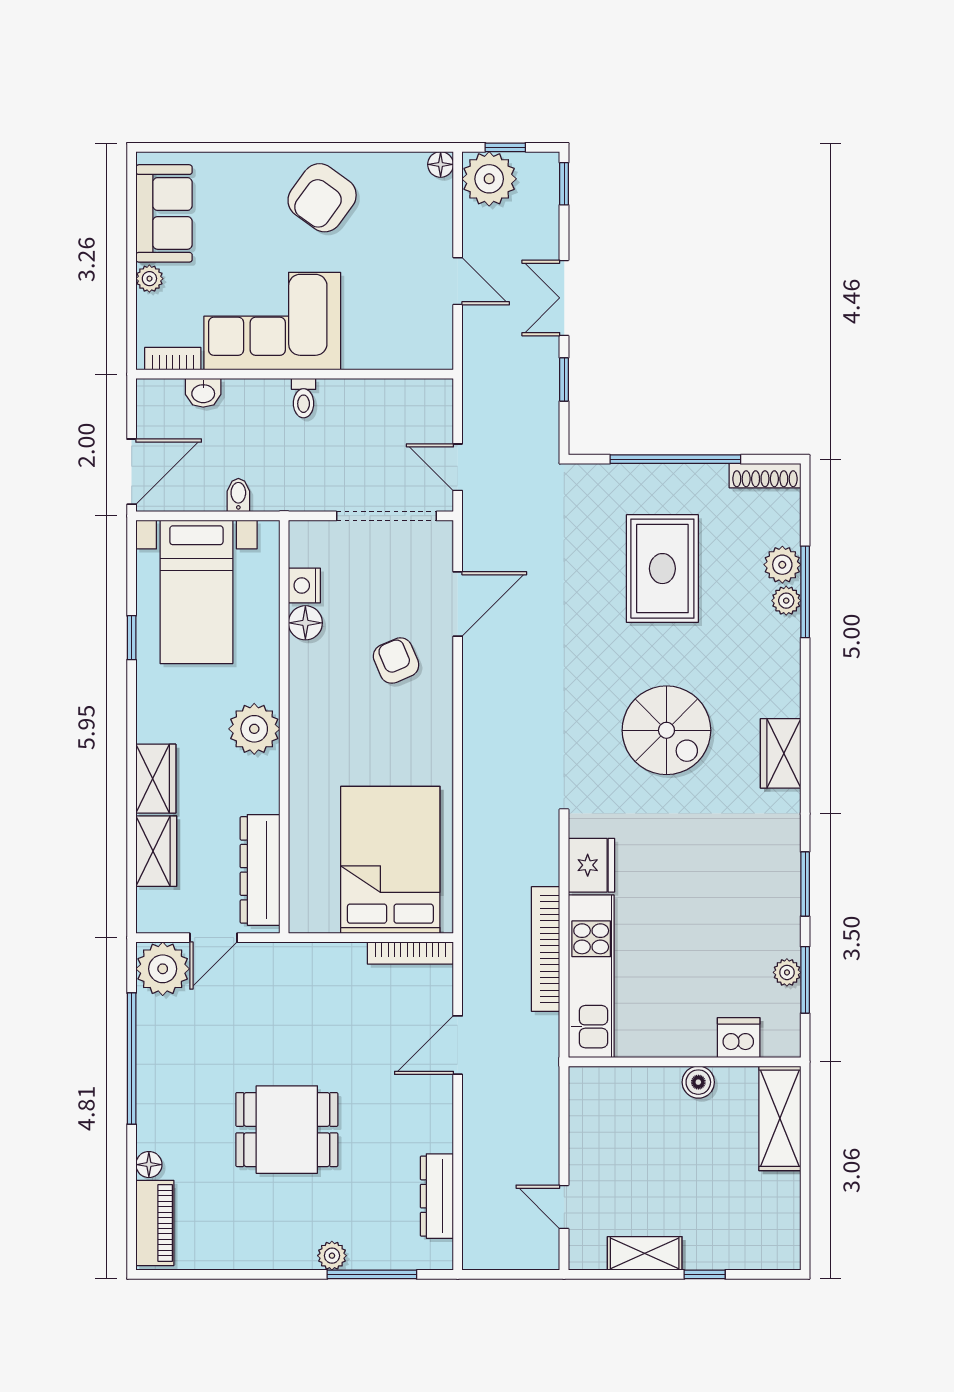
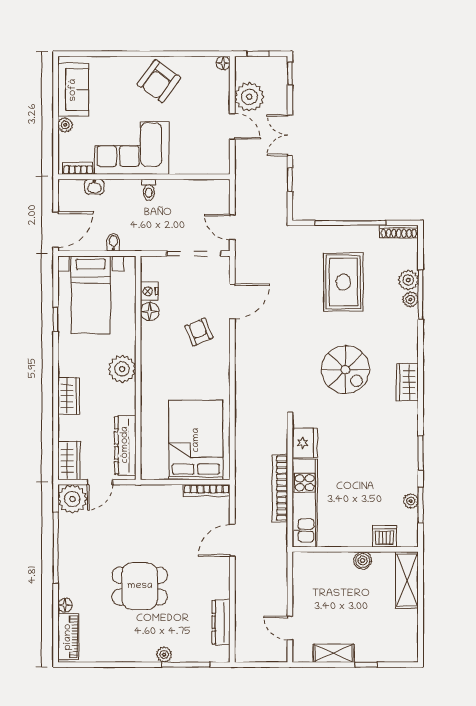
plant: (489, 179) -> (249, 97), moved
wardrobe: (156, 851) -> (69, 461), moved

